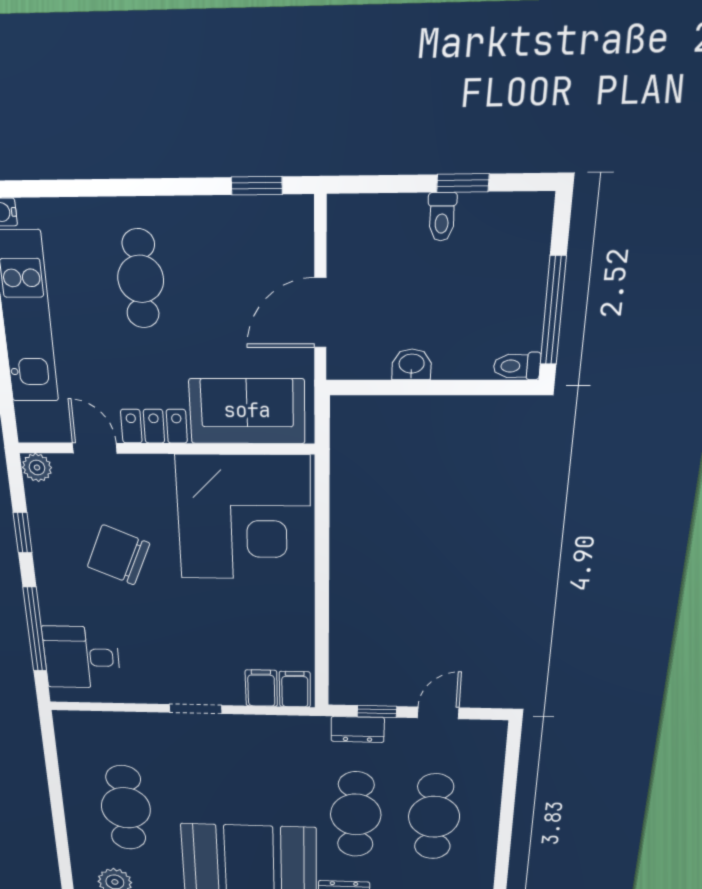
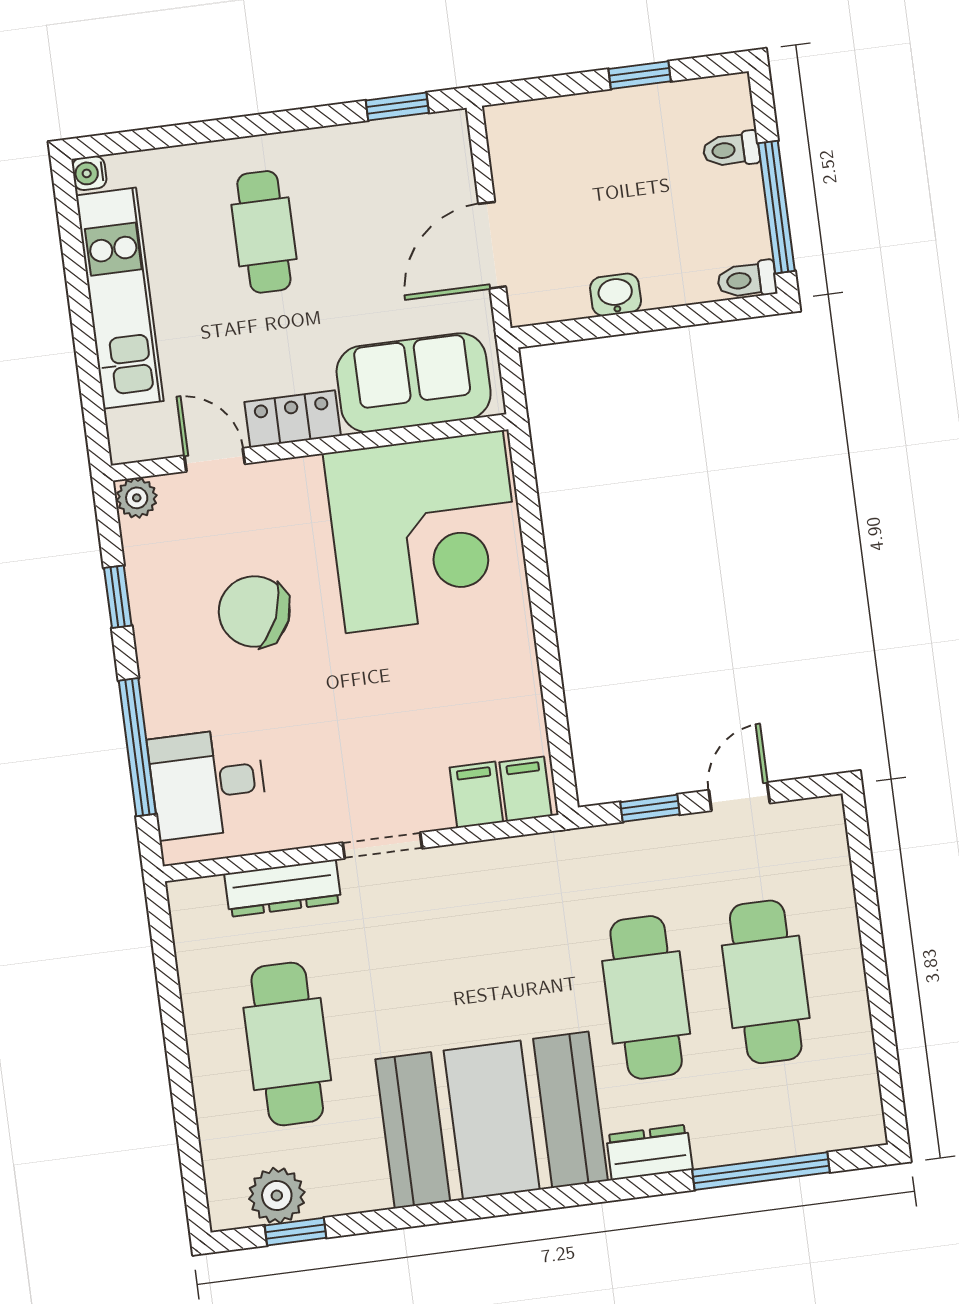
toilet: (442, 217) -> (731, 150), moved, turned 90
dresser: (358, 729) -> (283, 888), moved, width x1.44

